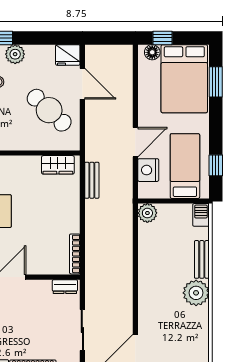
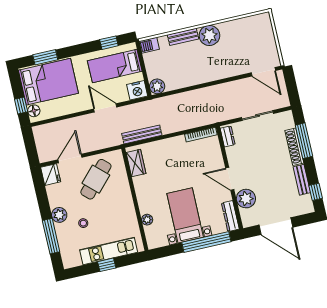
nightstand: (148, 170) -> (137, 90), moved
bench: (92, 180) -> (142, 134), width x1.36

